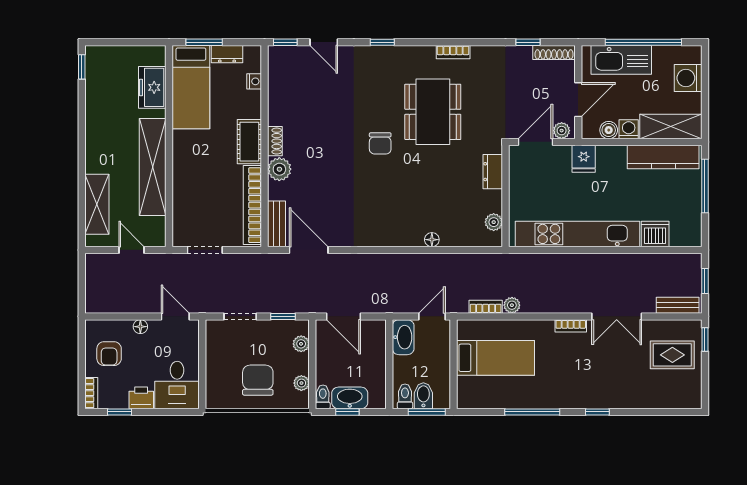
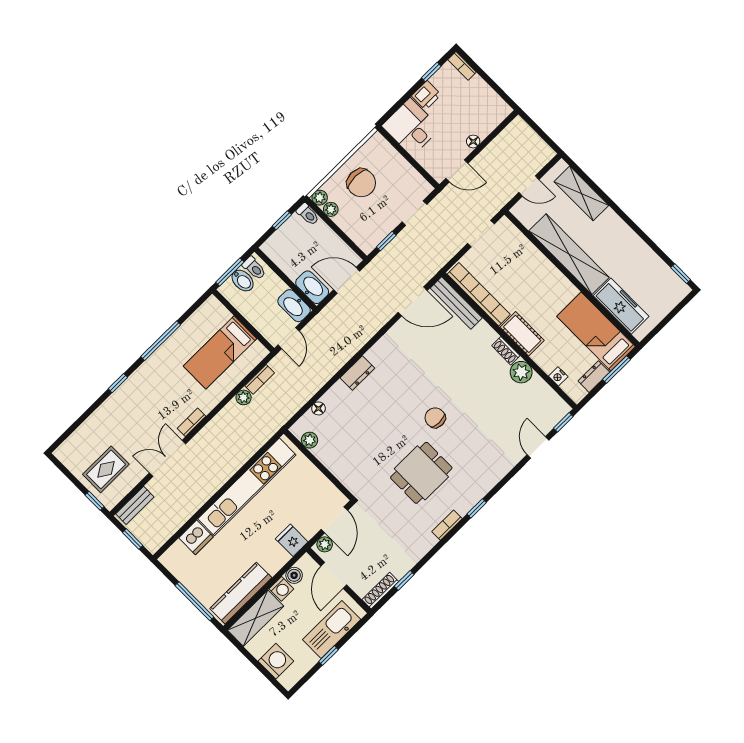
door: (324, 42) -> (538, 447), hinge flipped
window: (382, 42) -> (477, 508), moved
window: (643, 42) -> (328, 656), width x0.32
freezer: (152, 87) -> (621, 306), width x1.40
dining table: (433, 112) -> (421, 473), width x0.73
plant: (279, 169) -> (521, 372), moved
dresser: (493, 172) -> (357, 373), moved, turned 90
bench: (276, 224) -> (456, 303), width x1.36
floor lamp: (432, 240) -> (318, 408), moved
plant: (301, 344) -> (320, 198), moved
armchair: (109, 354) -> (476, 103), removed
washbasin: (350, 398) -> (312, 287), moved, turned -90

